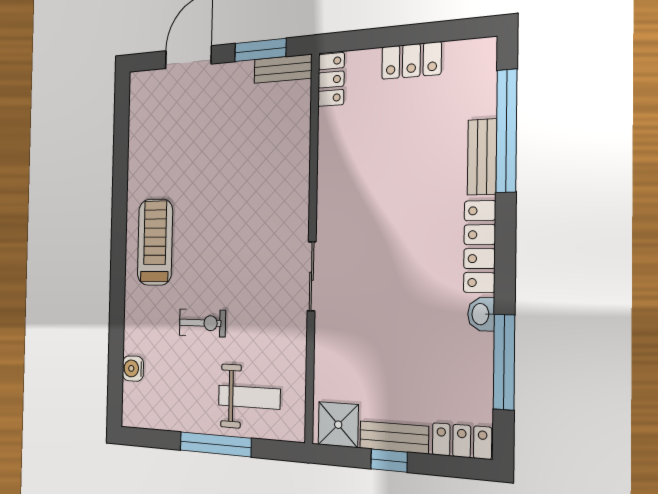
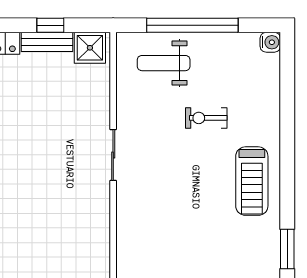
window: (121, 159) -> (287, 249), added
water cooler: (133, 369) -> (270, 42), moved
window: (215, 444) -> (192, 25), width x1.46

